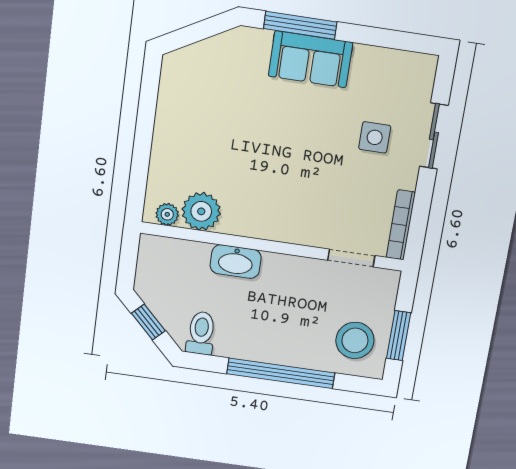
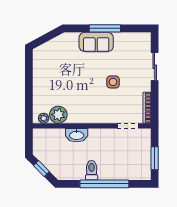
window: (300, 25) -> (105, 28), moved
side table: (375, 137) -> (113, 82), moved
toilet: (201, 333) -> (92, 170), moved
stool: (355, 340) -> (135, 163), removed

